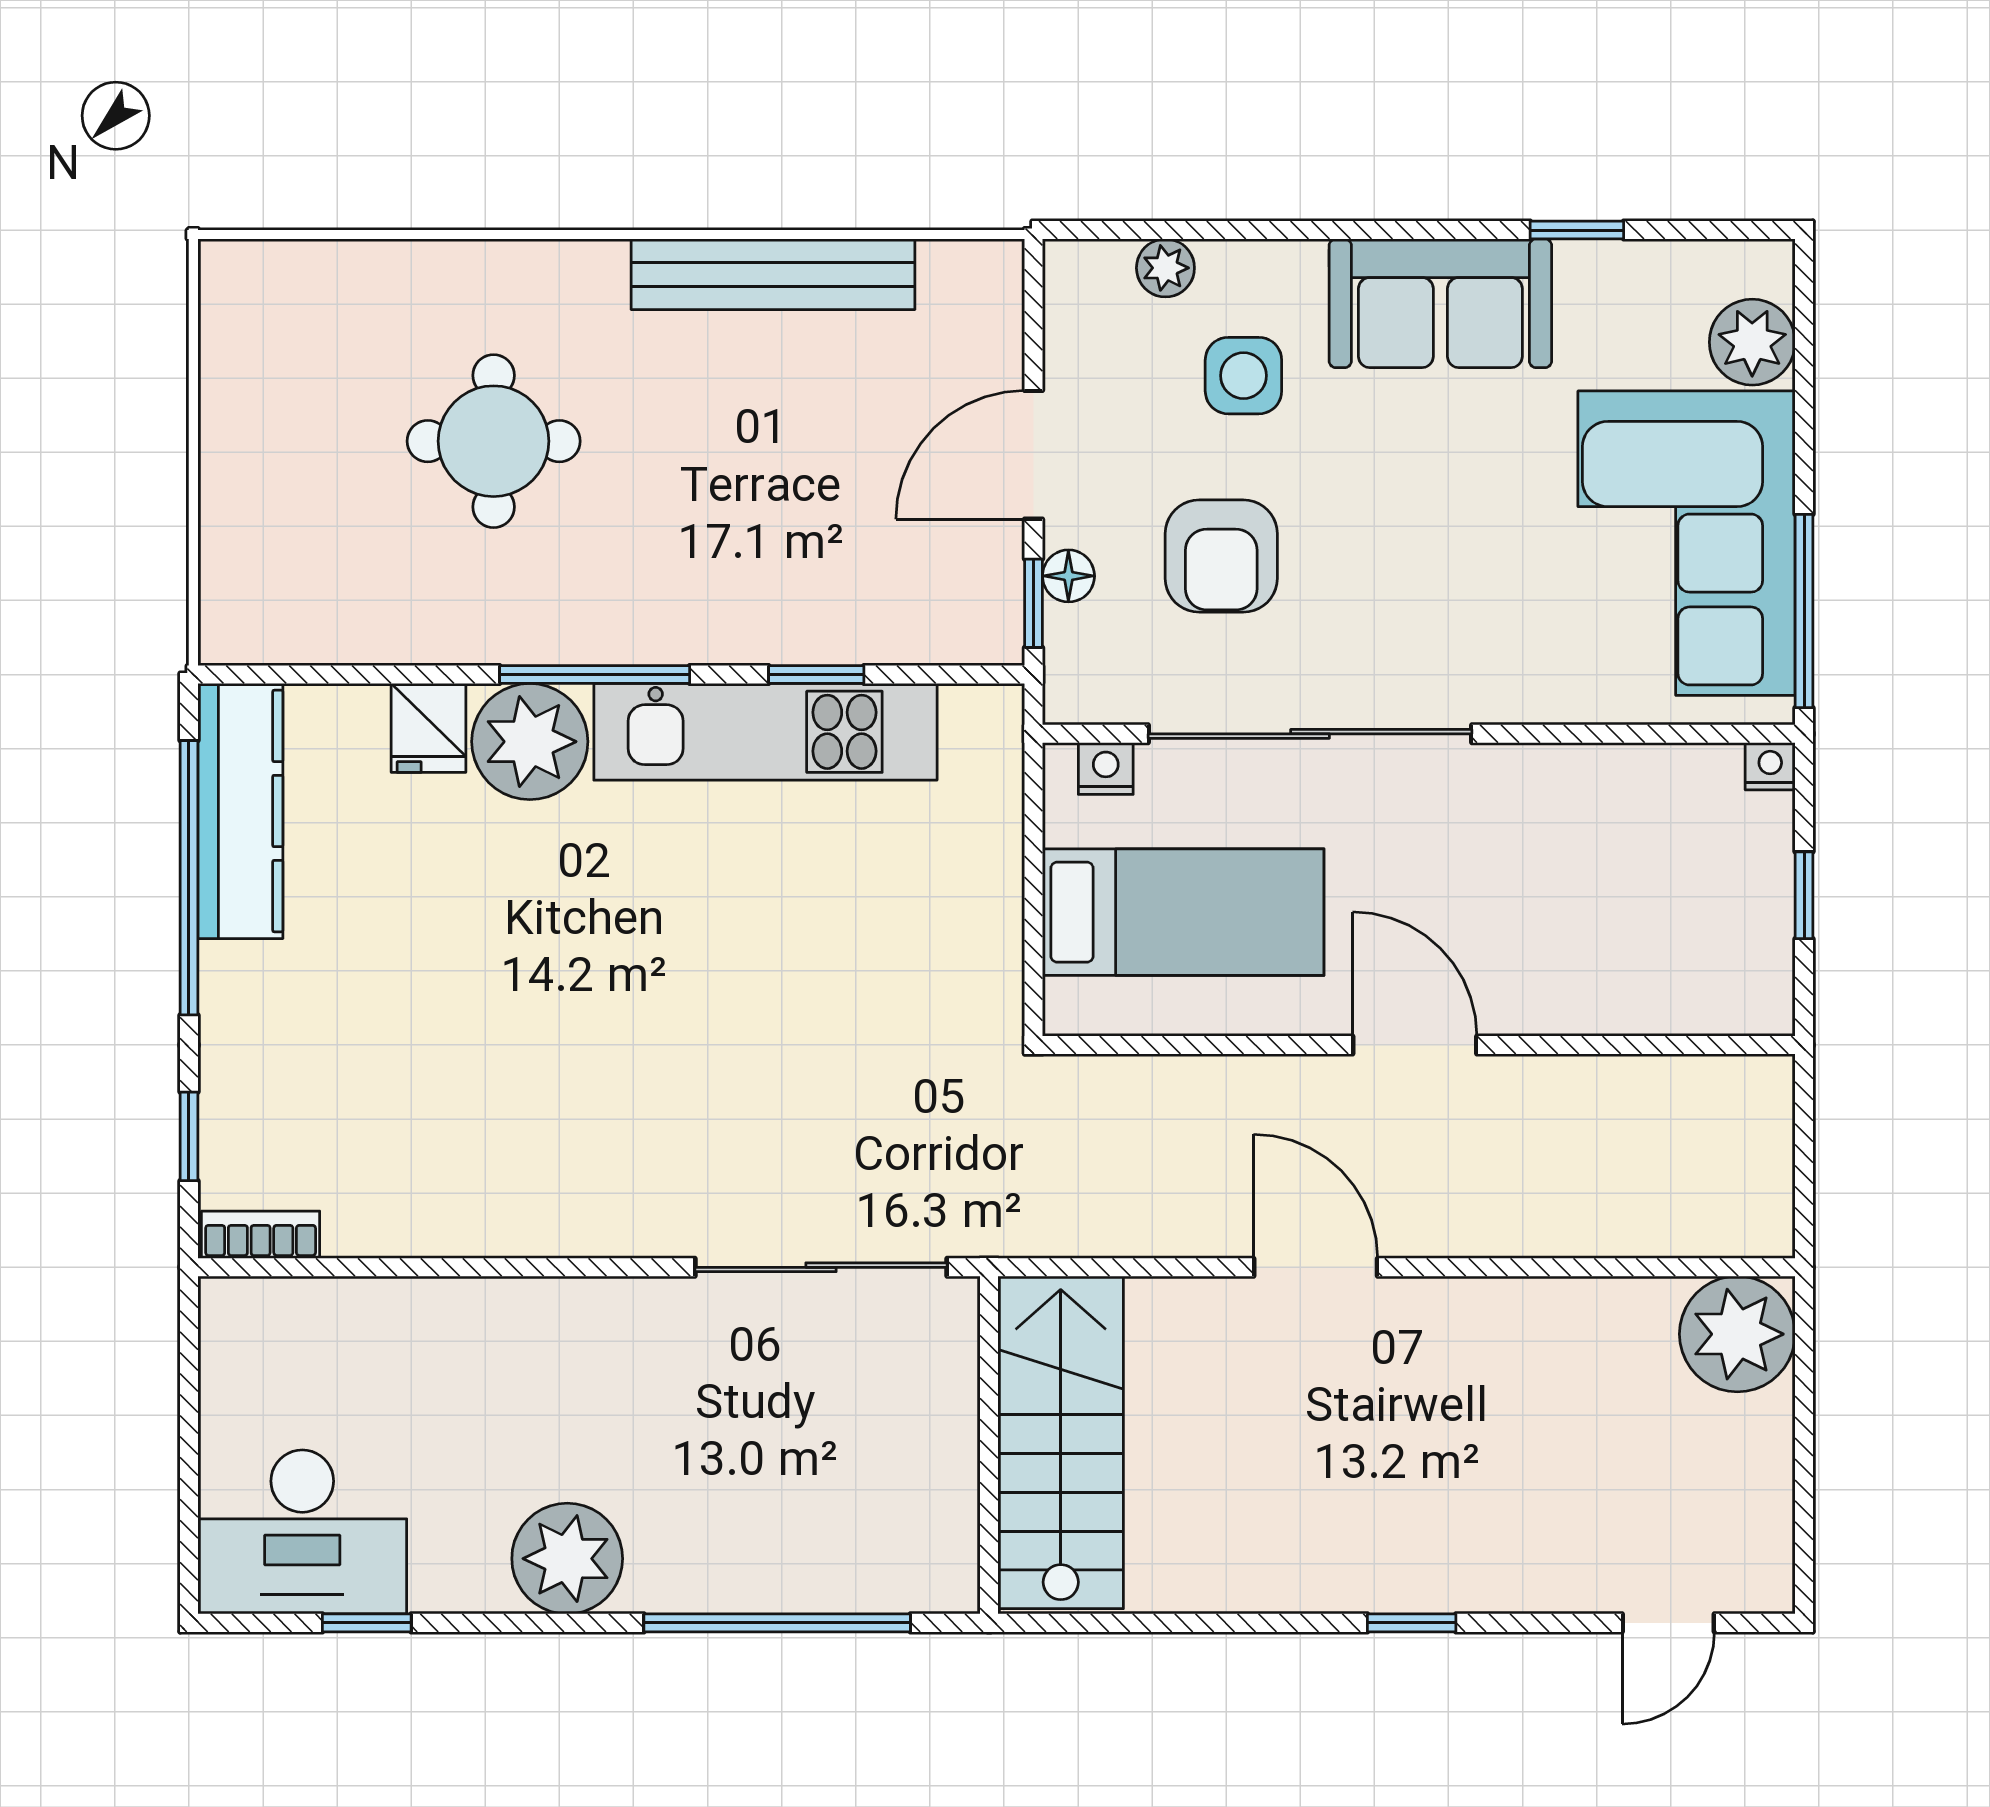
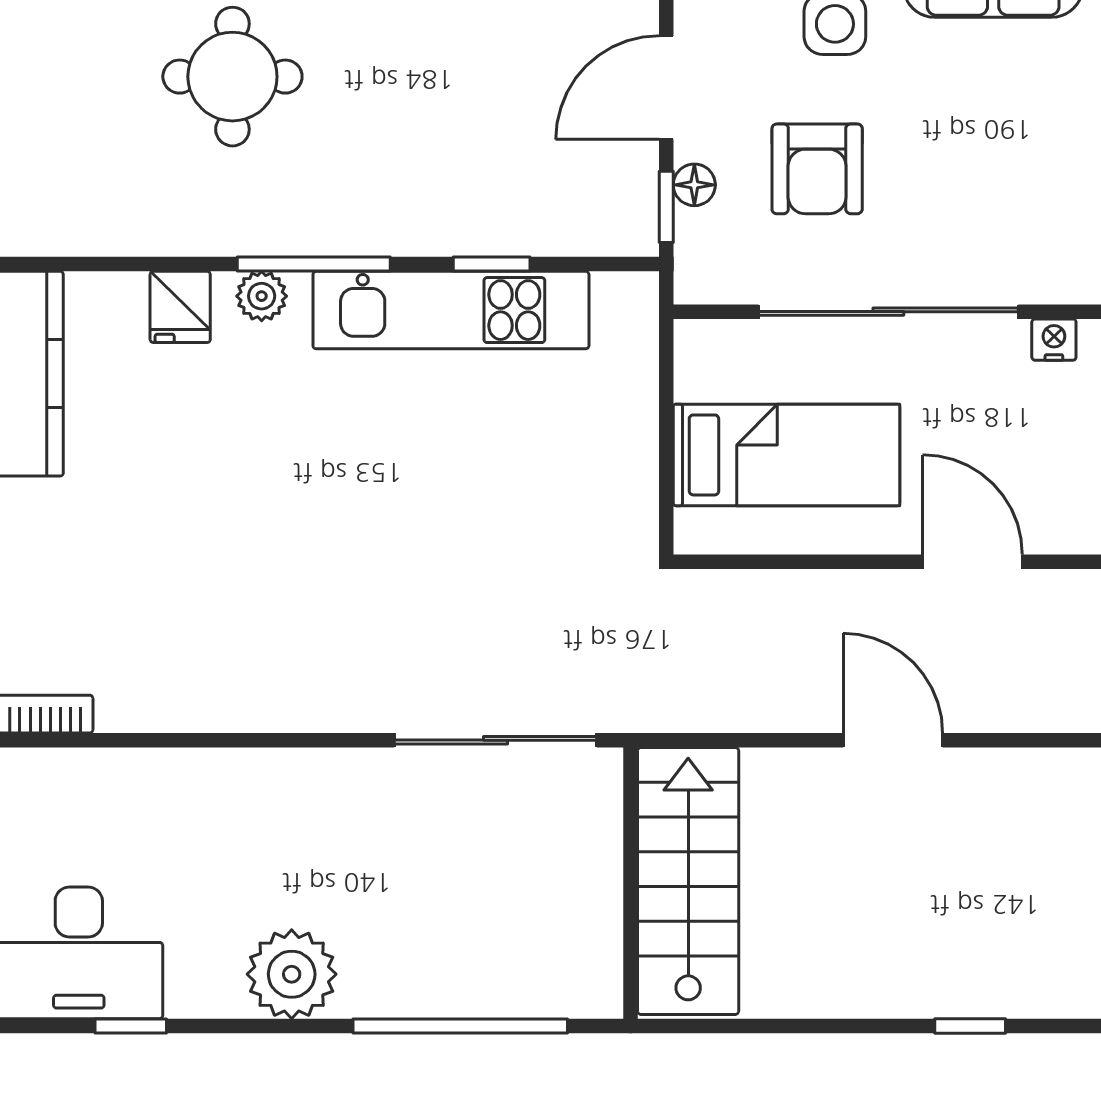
plant: (530, 742) -> (262, 296), width x0.53, depth x0.53
nightstand: (1106, 769) -> (1054, 340), moved

